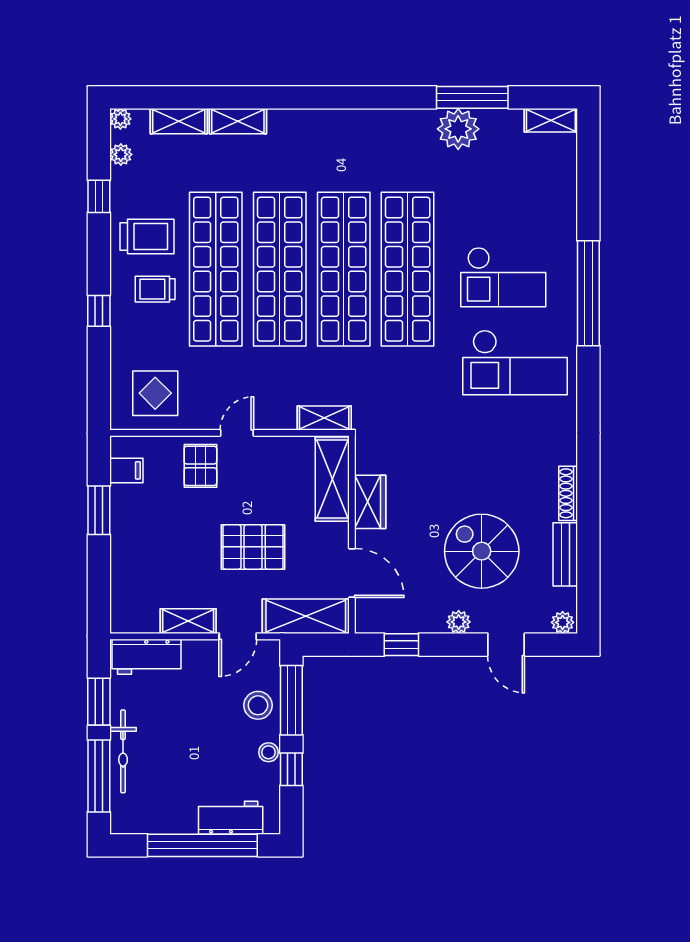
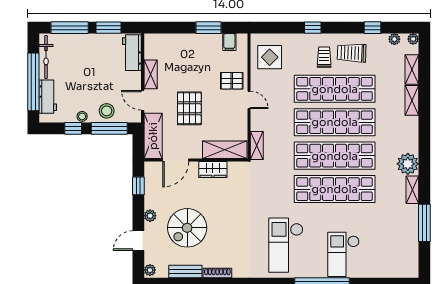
shelving: (551, 120) -> (412, 190), moved
plant: (458, 129) -> (408, 164), moved
trolley: (147, 236) -> (352, 53), turned 92
checkout: (503, 277) -> (343, 254), moved
spiral stairs: (482, 551) -> (187, 228), turned 180
bicycle: (123, 751) -> (46, 57), moved, turned -90

